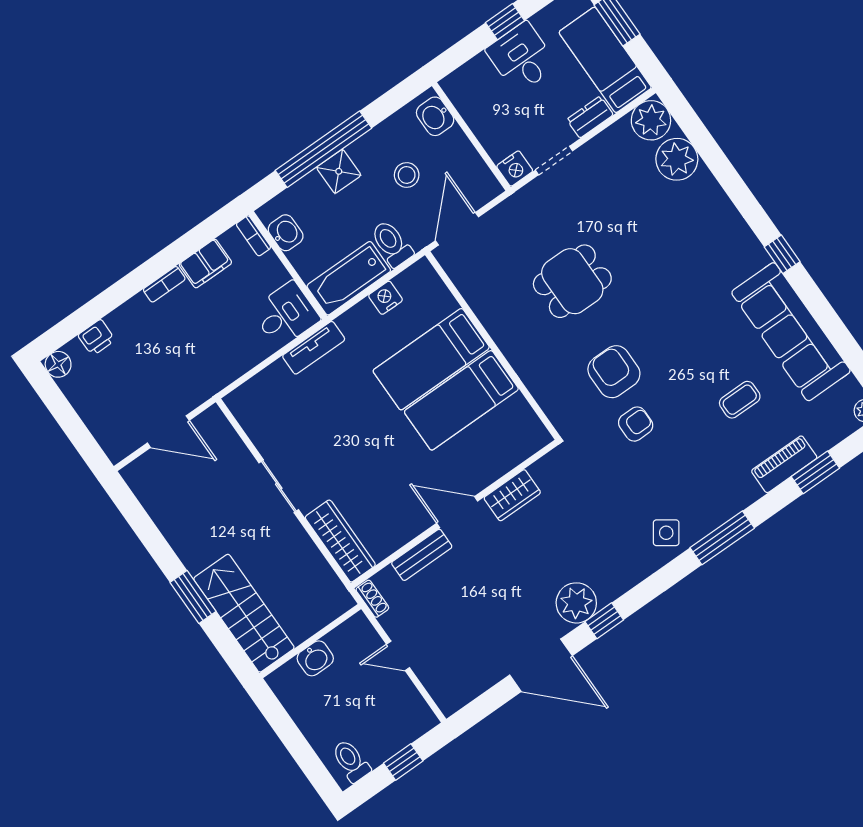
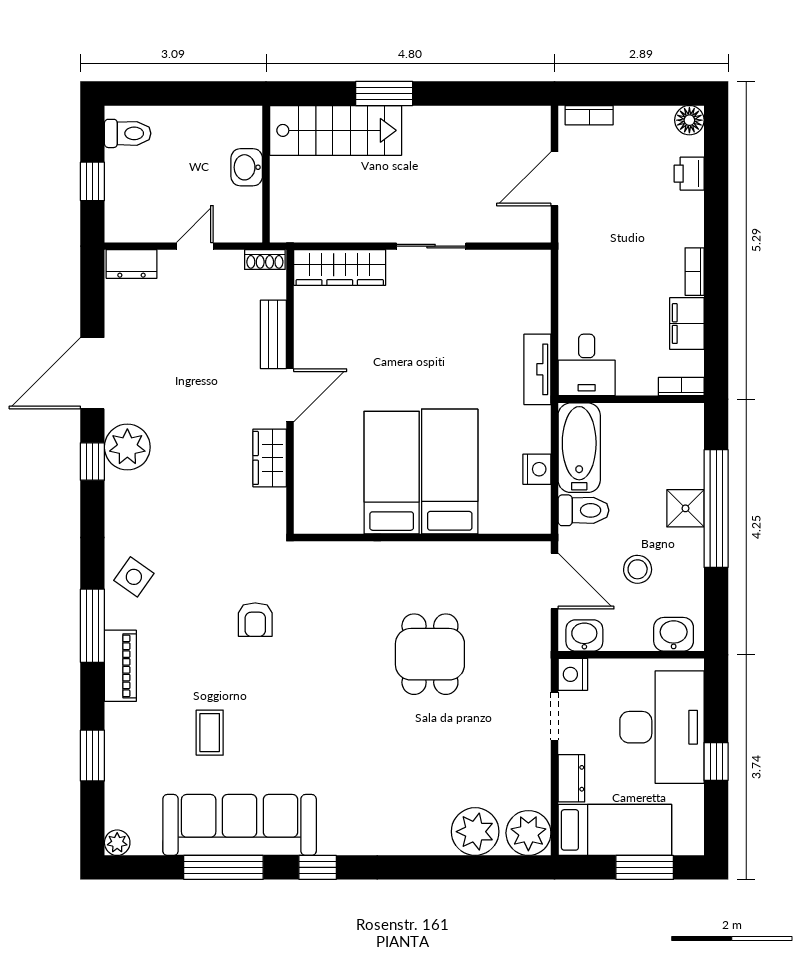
desk: (522, 58) -> (662, 727), width x1.87, depth x1.30
washbasin: (286, 233) -> (584, 635), moved, turned 180
window: (830, 322) -> (223, 867), added
armchair: (614, 372) -> (318, 634), removed
bookcase: (105, 439) -> (589, 115), added
piano: (784, 464) -> (120, 666), moved
dresser: (443, 692) -> (132, 264), added

